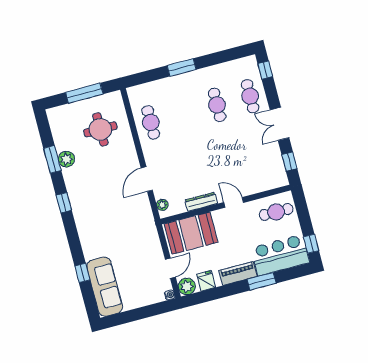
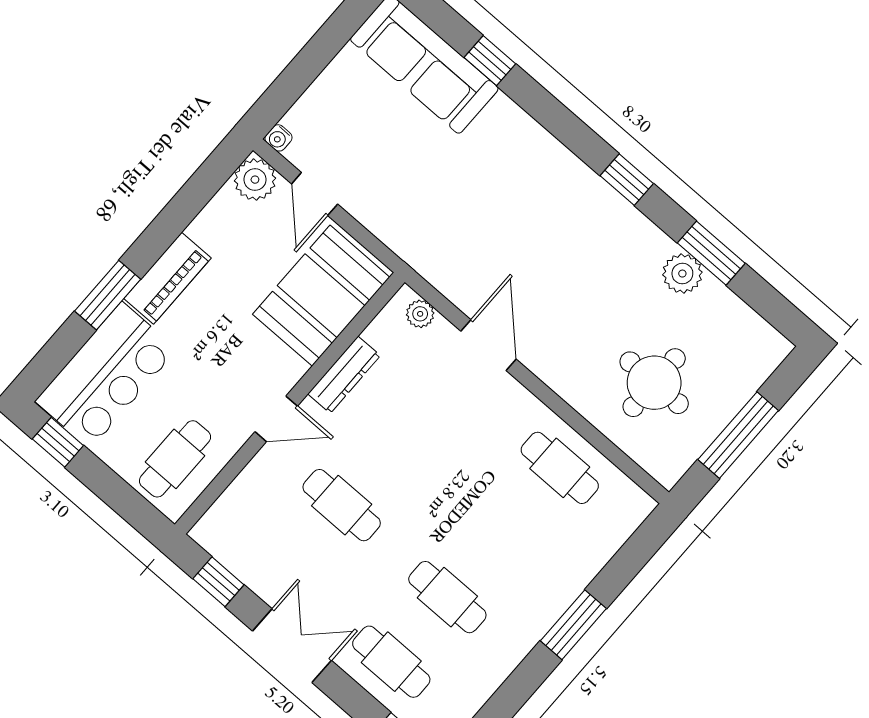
cafe table: (231, 159) -> (342, 505), added
fridge: (206, 281) -> (223, 218), removed

